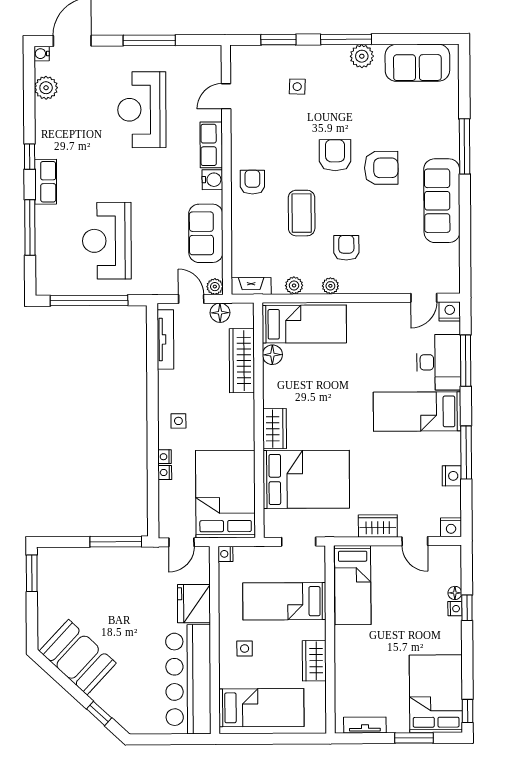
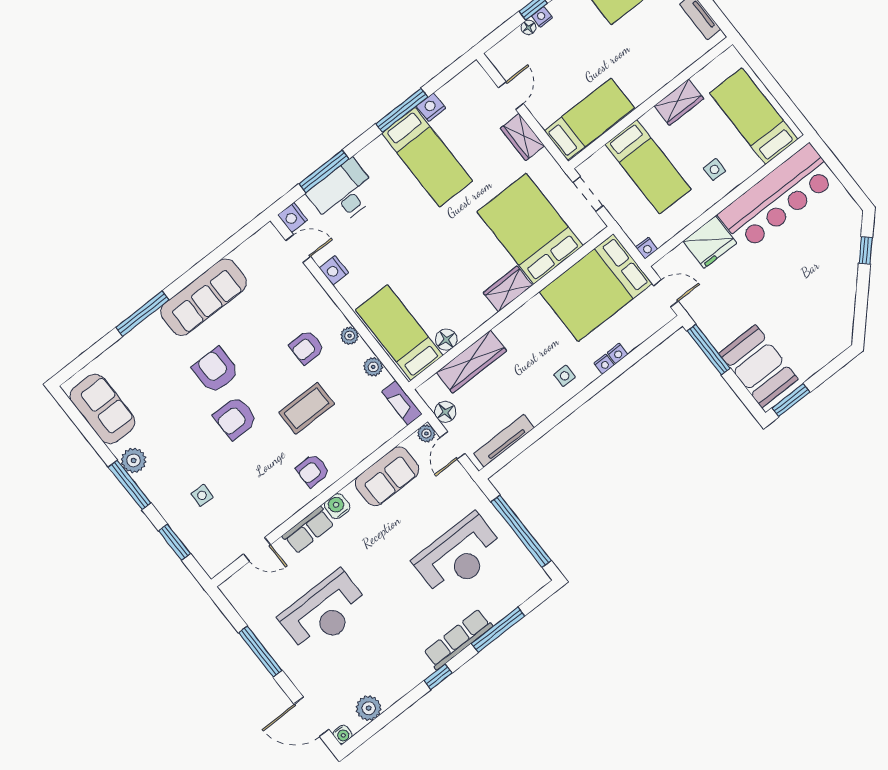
row of seats: (46, 182) -> (458, 639), width x1.48
bed: (417, 412) -> (427, 157), moved
nightstand: (451, 527) -> (334, 270), moved, turned 180
booth: (78, 657) -> (759, 366), moved, turned -43

